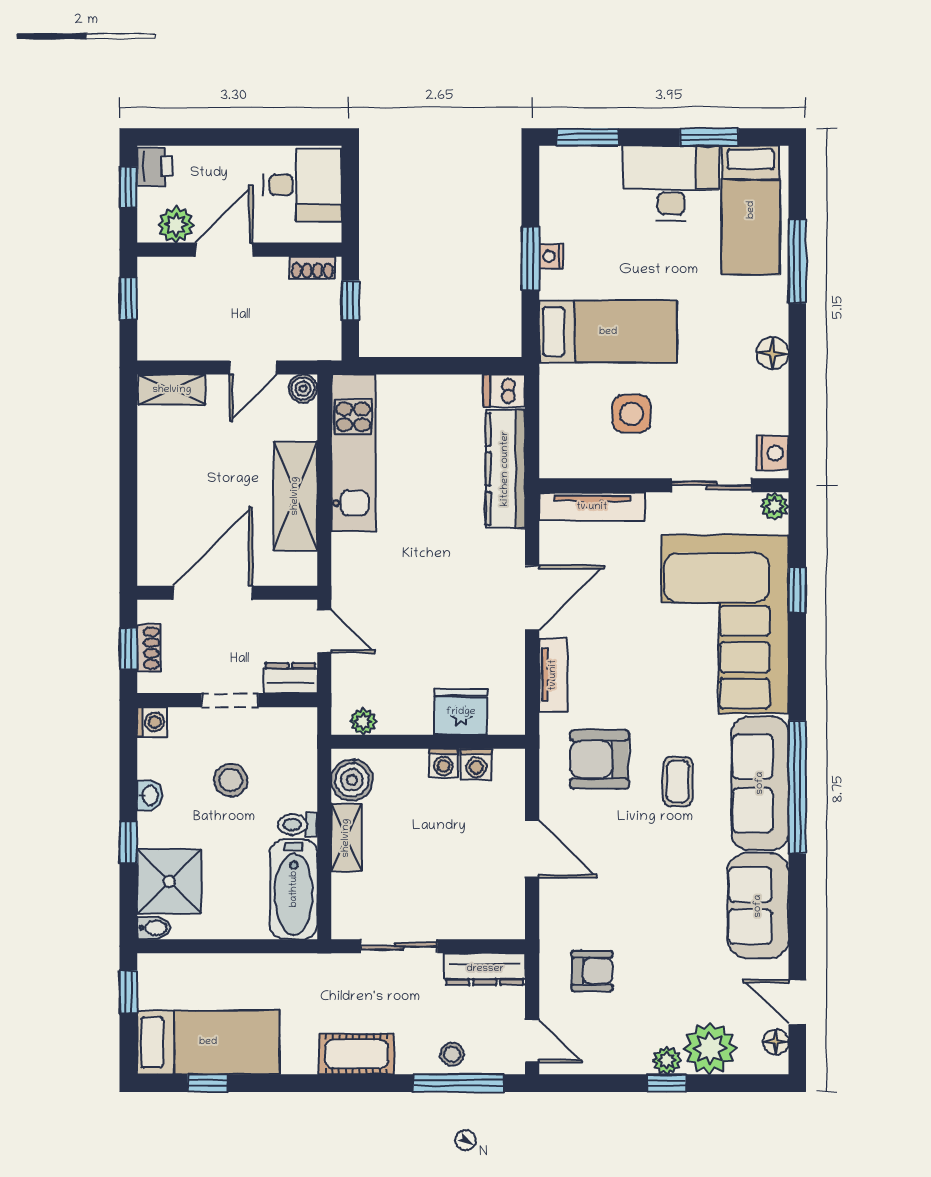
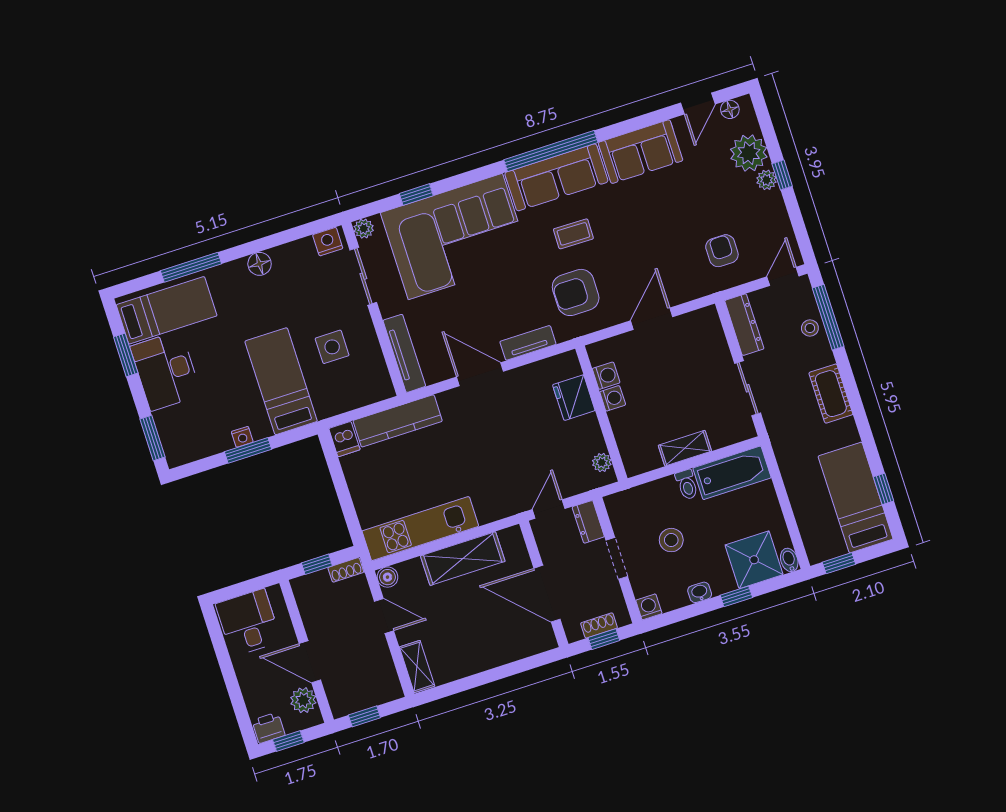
shoe rack: (312, 268) -> (346, 570), moved, turned 90
armchair: (599, 759) -> (576, 292), turned 90
boiler: (352, 780) -> (644, 457), removed

